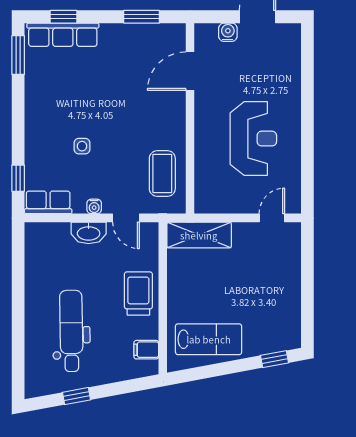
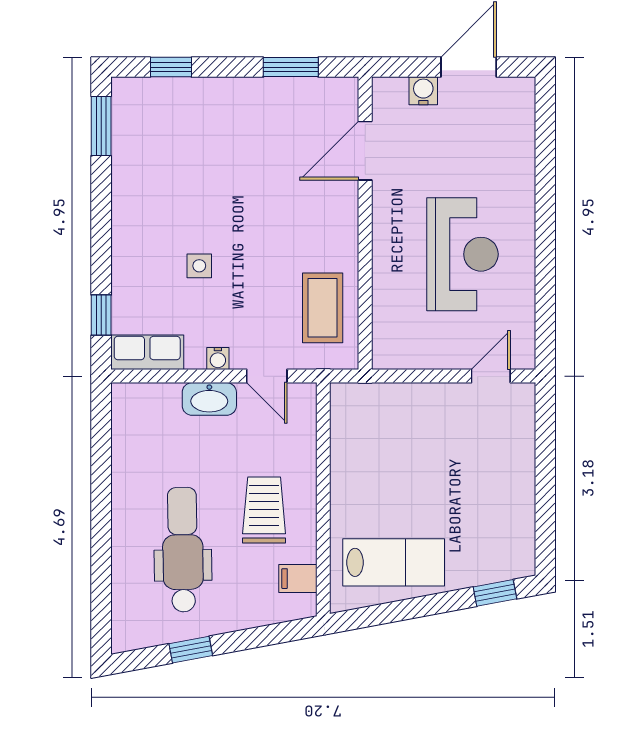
row of seats: (63, 35) -> (170, 95), removed
shelving: (199, 235) -> (379, 402), removed
trolley: (138, 293) -> (264, 510), moved

